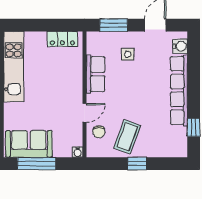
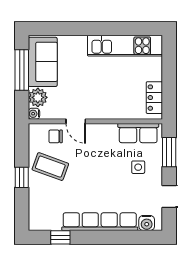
row of seats: (96, 74) -> (138, 133), moved
plant: (62, 149) -> (38, 97), added

